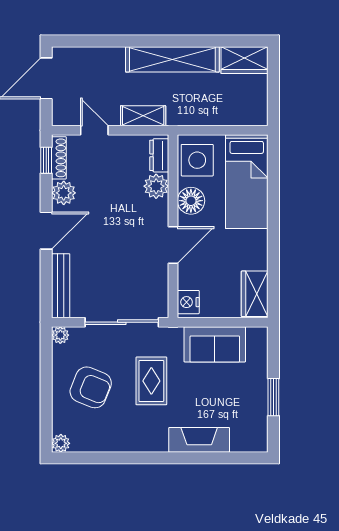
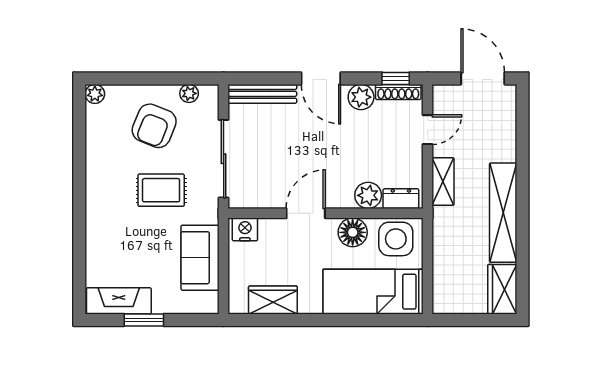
door: (173, 245) -> (306, 213), swing flipped
wardrobe: (255, 294) -> (273, 300), moved
plant: (60, 335) -> (189, 93), moved
fireplace: (199, 440) -> (119, 301), moved, turned -90

